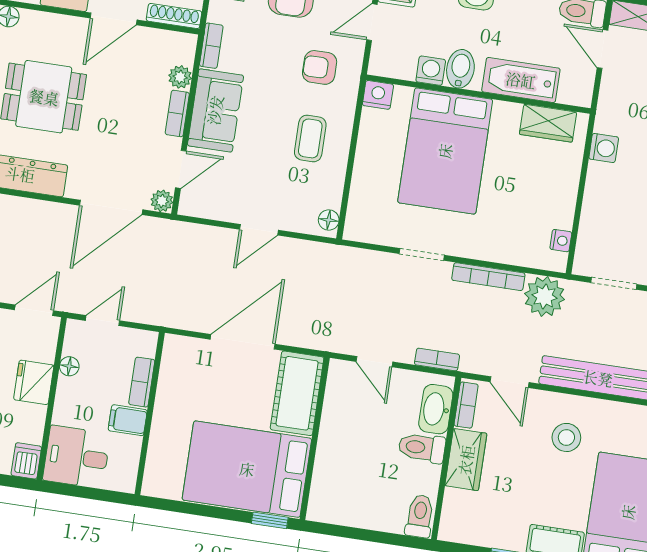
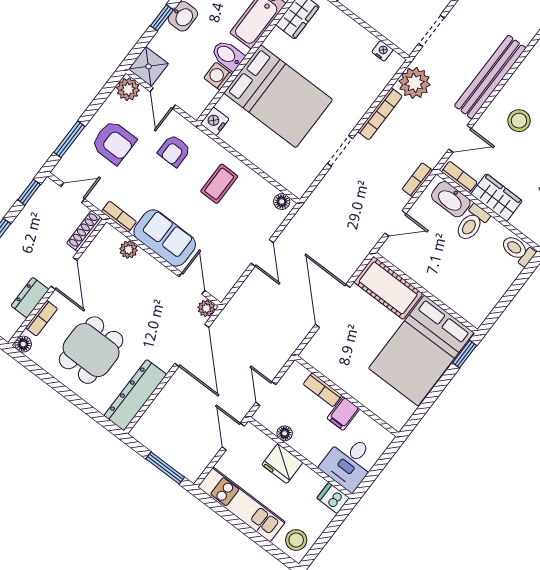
bookcase: (177, 113) -> (42, 318), moved, turned -90
coffee table: (310, 138) -> (219, 184), turned 90

